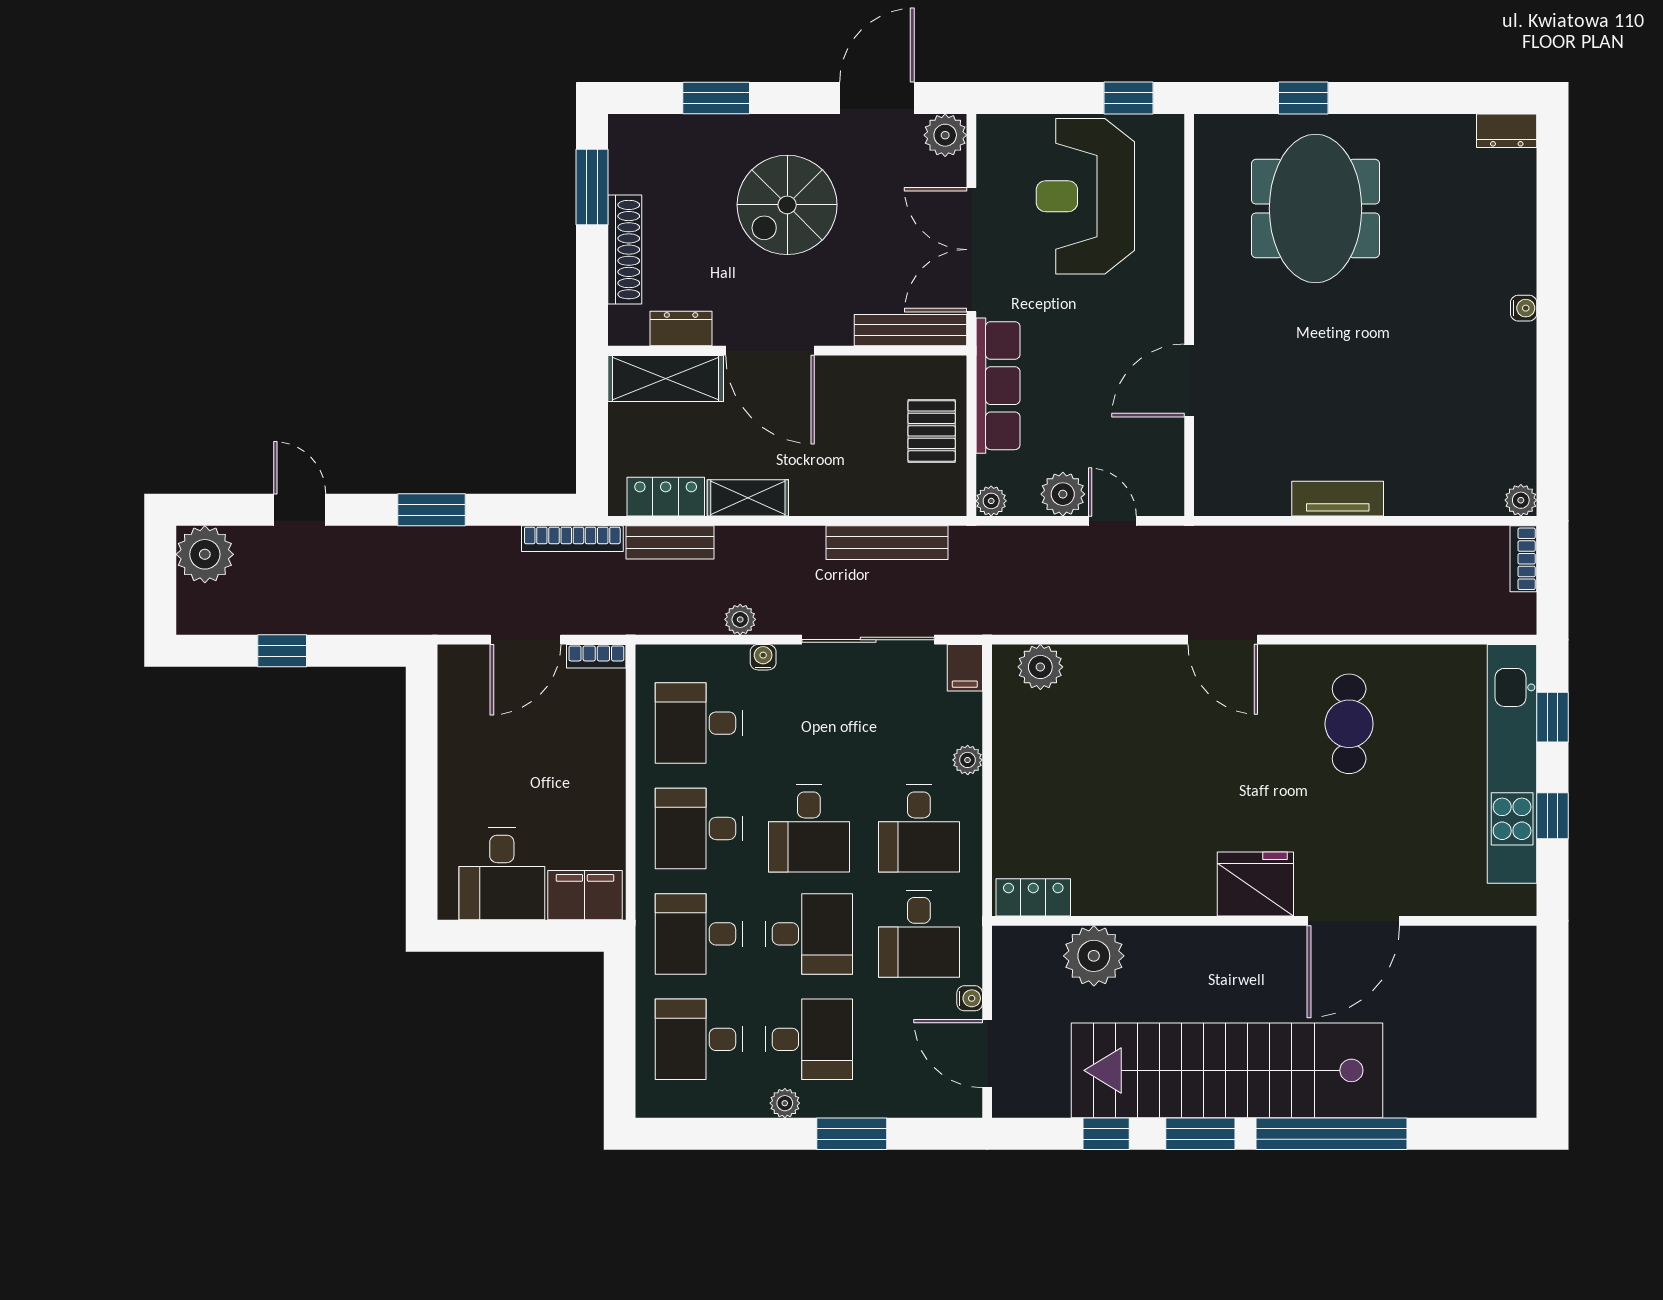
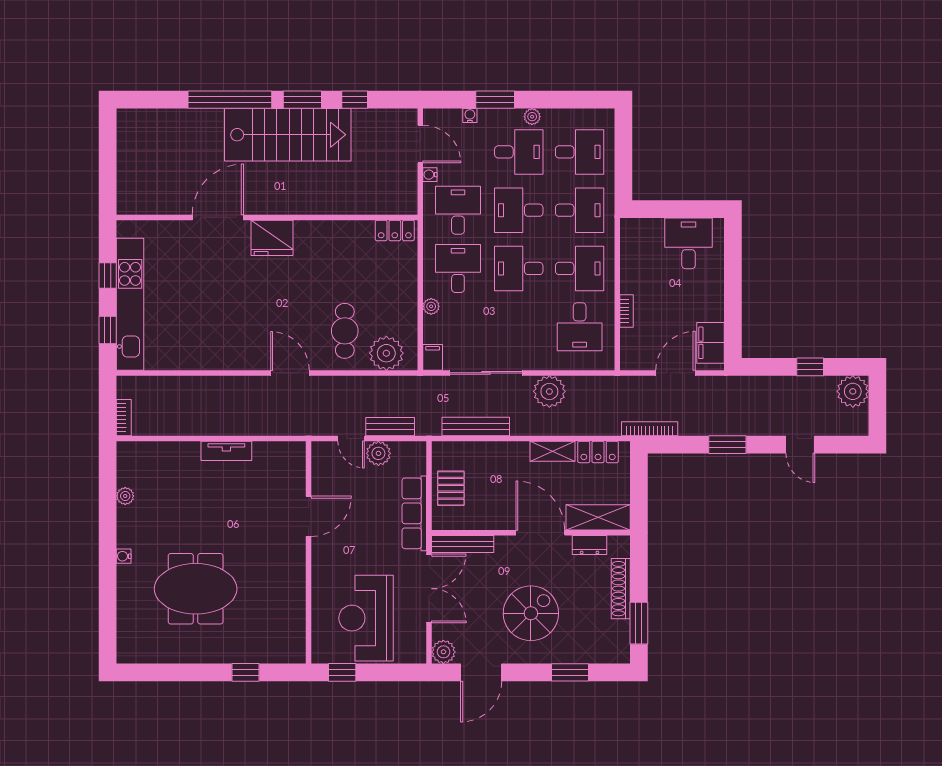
dresser: (1507, 131) -> (133, 654), removed
reception desk: (1085, 196) -> (366, 618), turned 180
meeting table: (1316, 209) -> (196, 589), moved, turned 90
plant: (1521, 500) -> (125, 496), moved
plant: (991, 501) -> (418, 450), removed
bench: (670, 542) -> (390, 427), moved
plant: (205, 554) -> (853, 391), moved
plant: (740, 619) -> (549, 391), width x1.88, depth x1.88
bookcase: (596, 656) -> (626, 311), moved, turned 90
water cooler: (763, 657) -> (470, 116), moved, turned 180
plant: (1040, 667) -> (386, 353), width x1.36, depth x1.36
desk: (699, 723) -> (580, 327), turned 90
cafe table: (1349, 724) -> (345, 331), moved
desk: (809, 828) -> (519, 268), turned -90
filing cabinet: (585, 895) -> (710, 343), moved, turned 90
plant: (1094, 956) -> (361, 198), removed
desk: (809, 1039) -> (519, 152), turned 180
stairs: (1227, 1070) -> (288, 135), width x0.73

